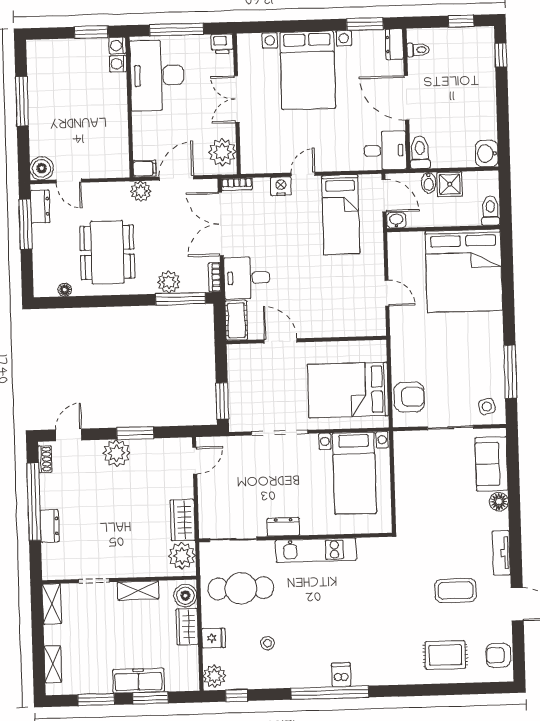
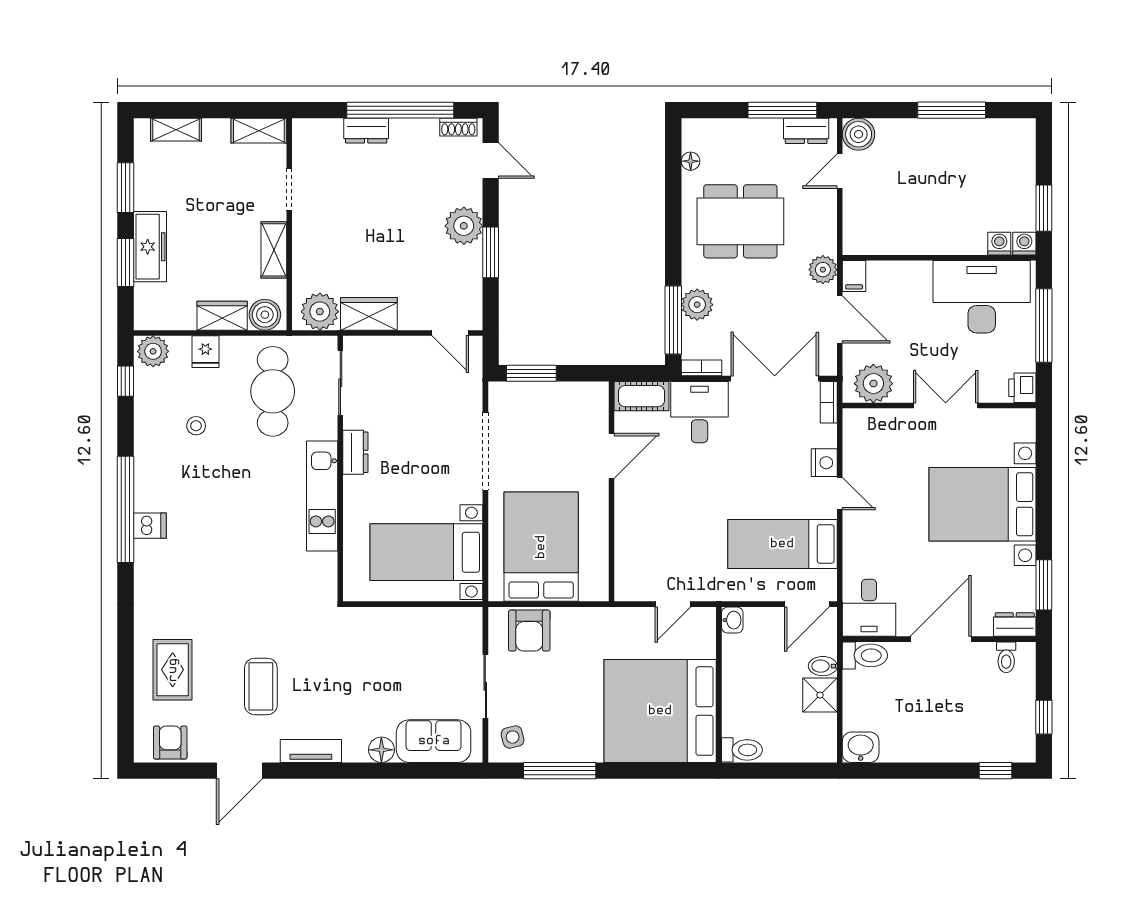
toilet: (490, 210) -> (742, 750), moved
washbasin: (396, 220) -> (732, 620), moved
wall: (444, 229) -> (719, 685), moved
bed: (464, 271) -> (660, 711), moved

